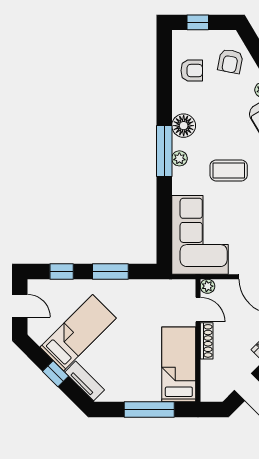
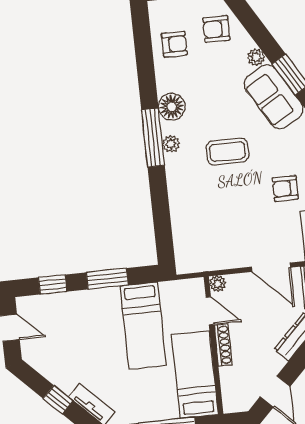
armchair: (230, 61) -> (216, 29), turned 79
corner sofa: (200, 235) -> (203, 227), removed
bed: (78, 333) -> (143, 326), moved, turned 135

